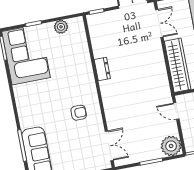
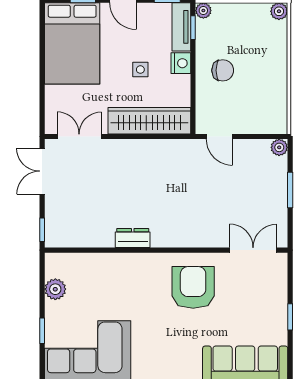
door: (176, 111) -> (219, 137), hinge flipped
armchair: (79, 113) -> (193, 287), width x1.88, depth x1.88
plant: (171, 146) -> (279, 147), width x0.53, depth x0.53

